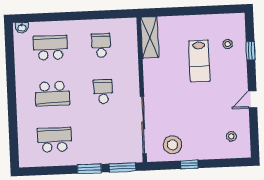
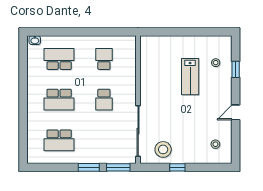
shelving: (150, 37) -> (147, 54), removed
school desk: (103, 91) -> (104, 100), turned 180
school desk: (54, 140) -> (59, 140), turned 180

